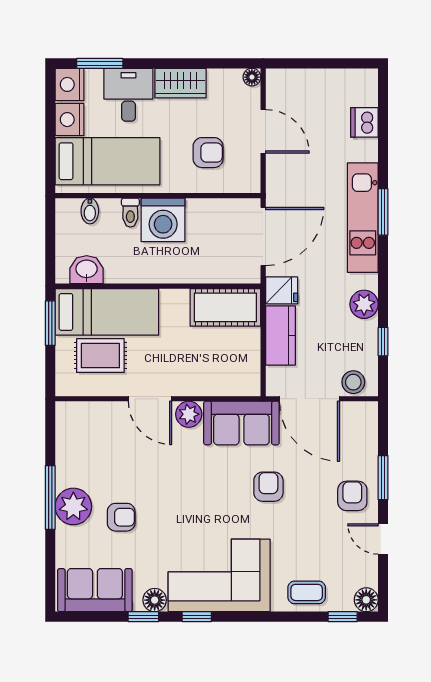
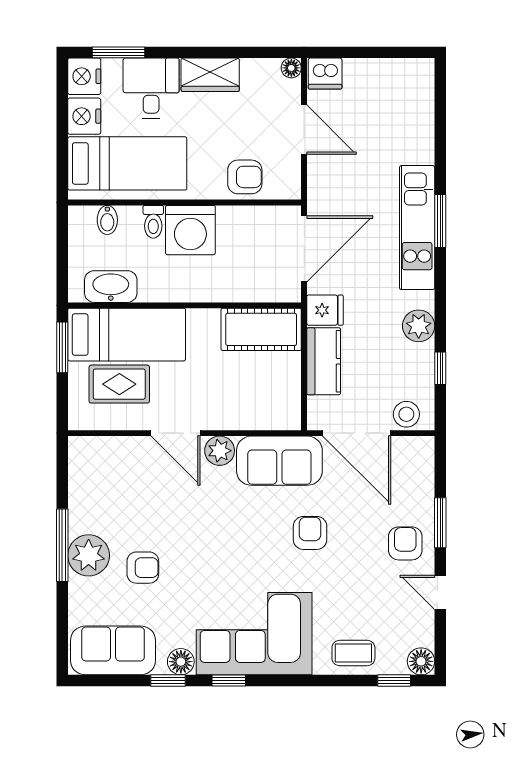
dishwasher: (364, 122) -> (325, 74), moved, turned -90
armchair: (208, 153) -> (245, 177), moved
washbasin: (87, 270) -> (111, 287), width x1.38

